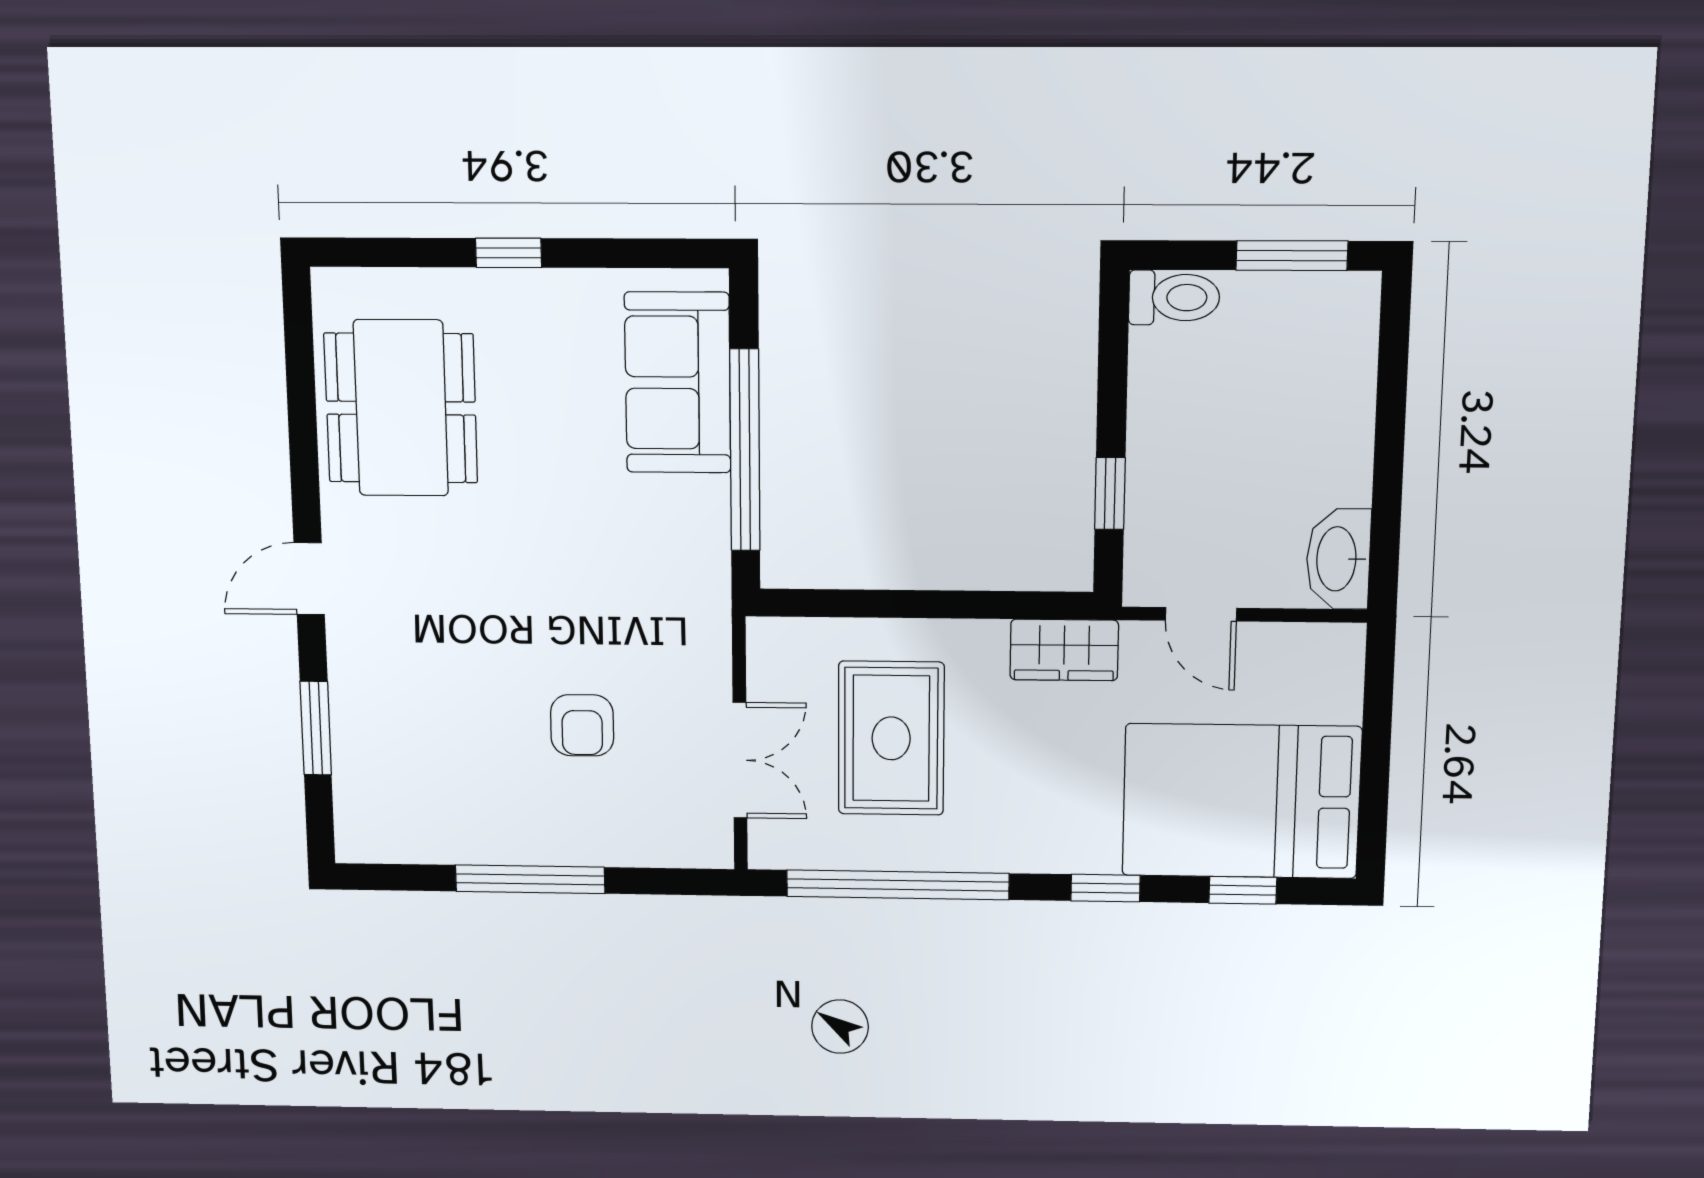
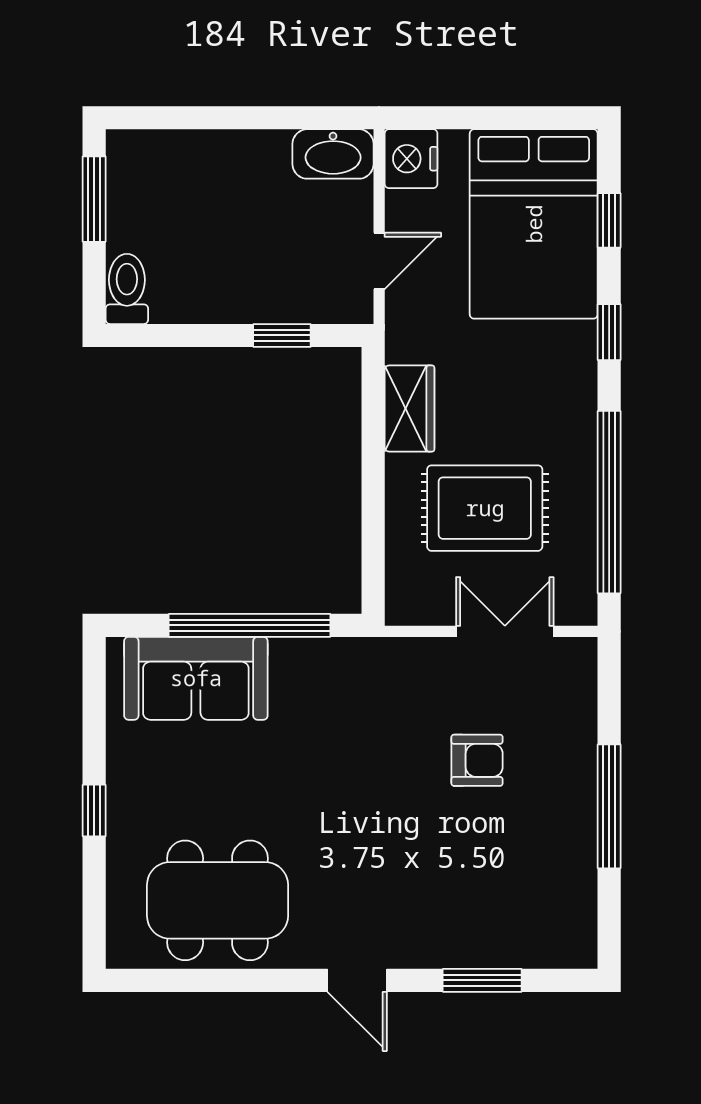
wardrobe: (1064, 650) -> (410, 408), moved
nightstand: (1328, 655) -> (411, 159), added

